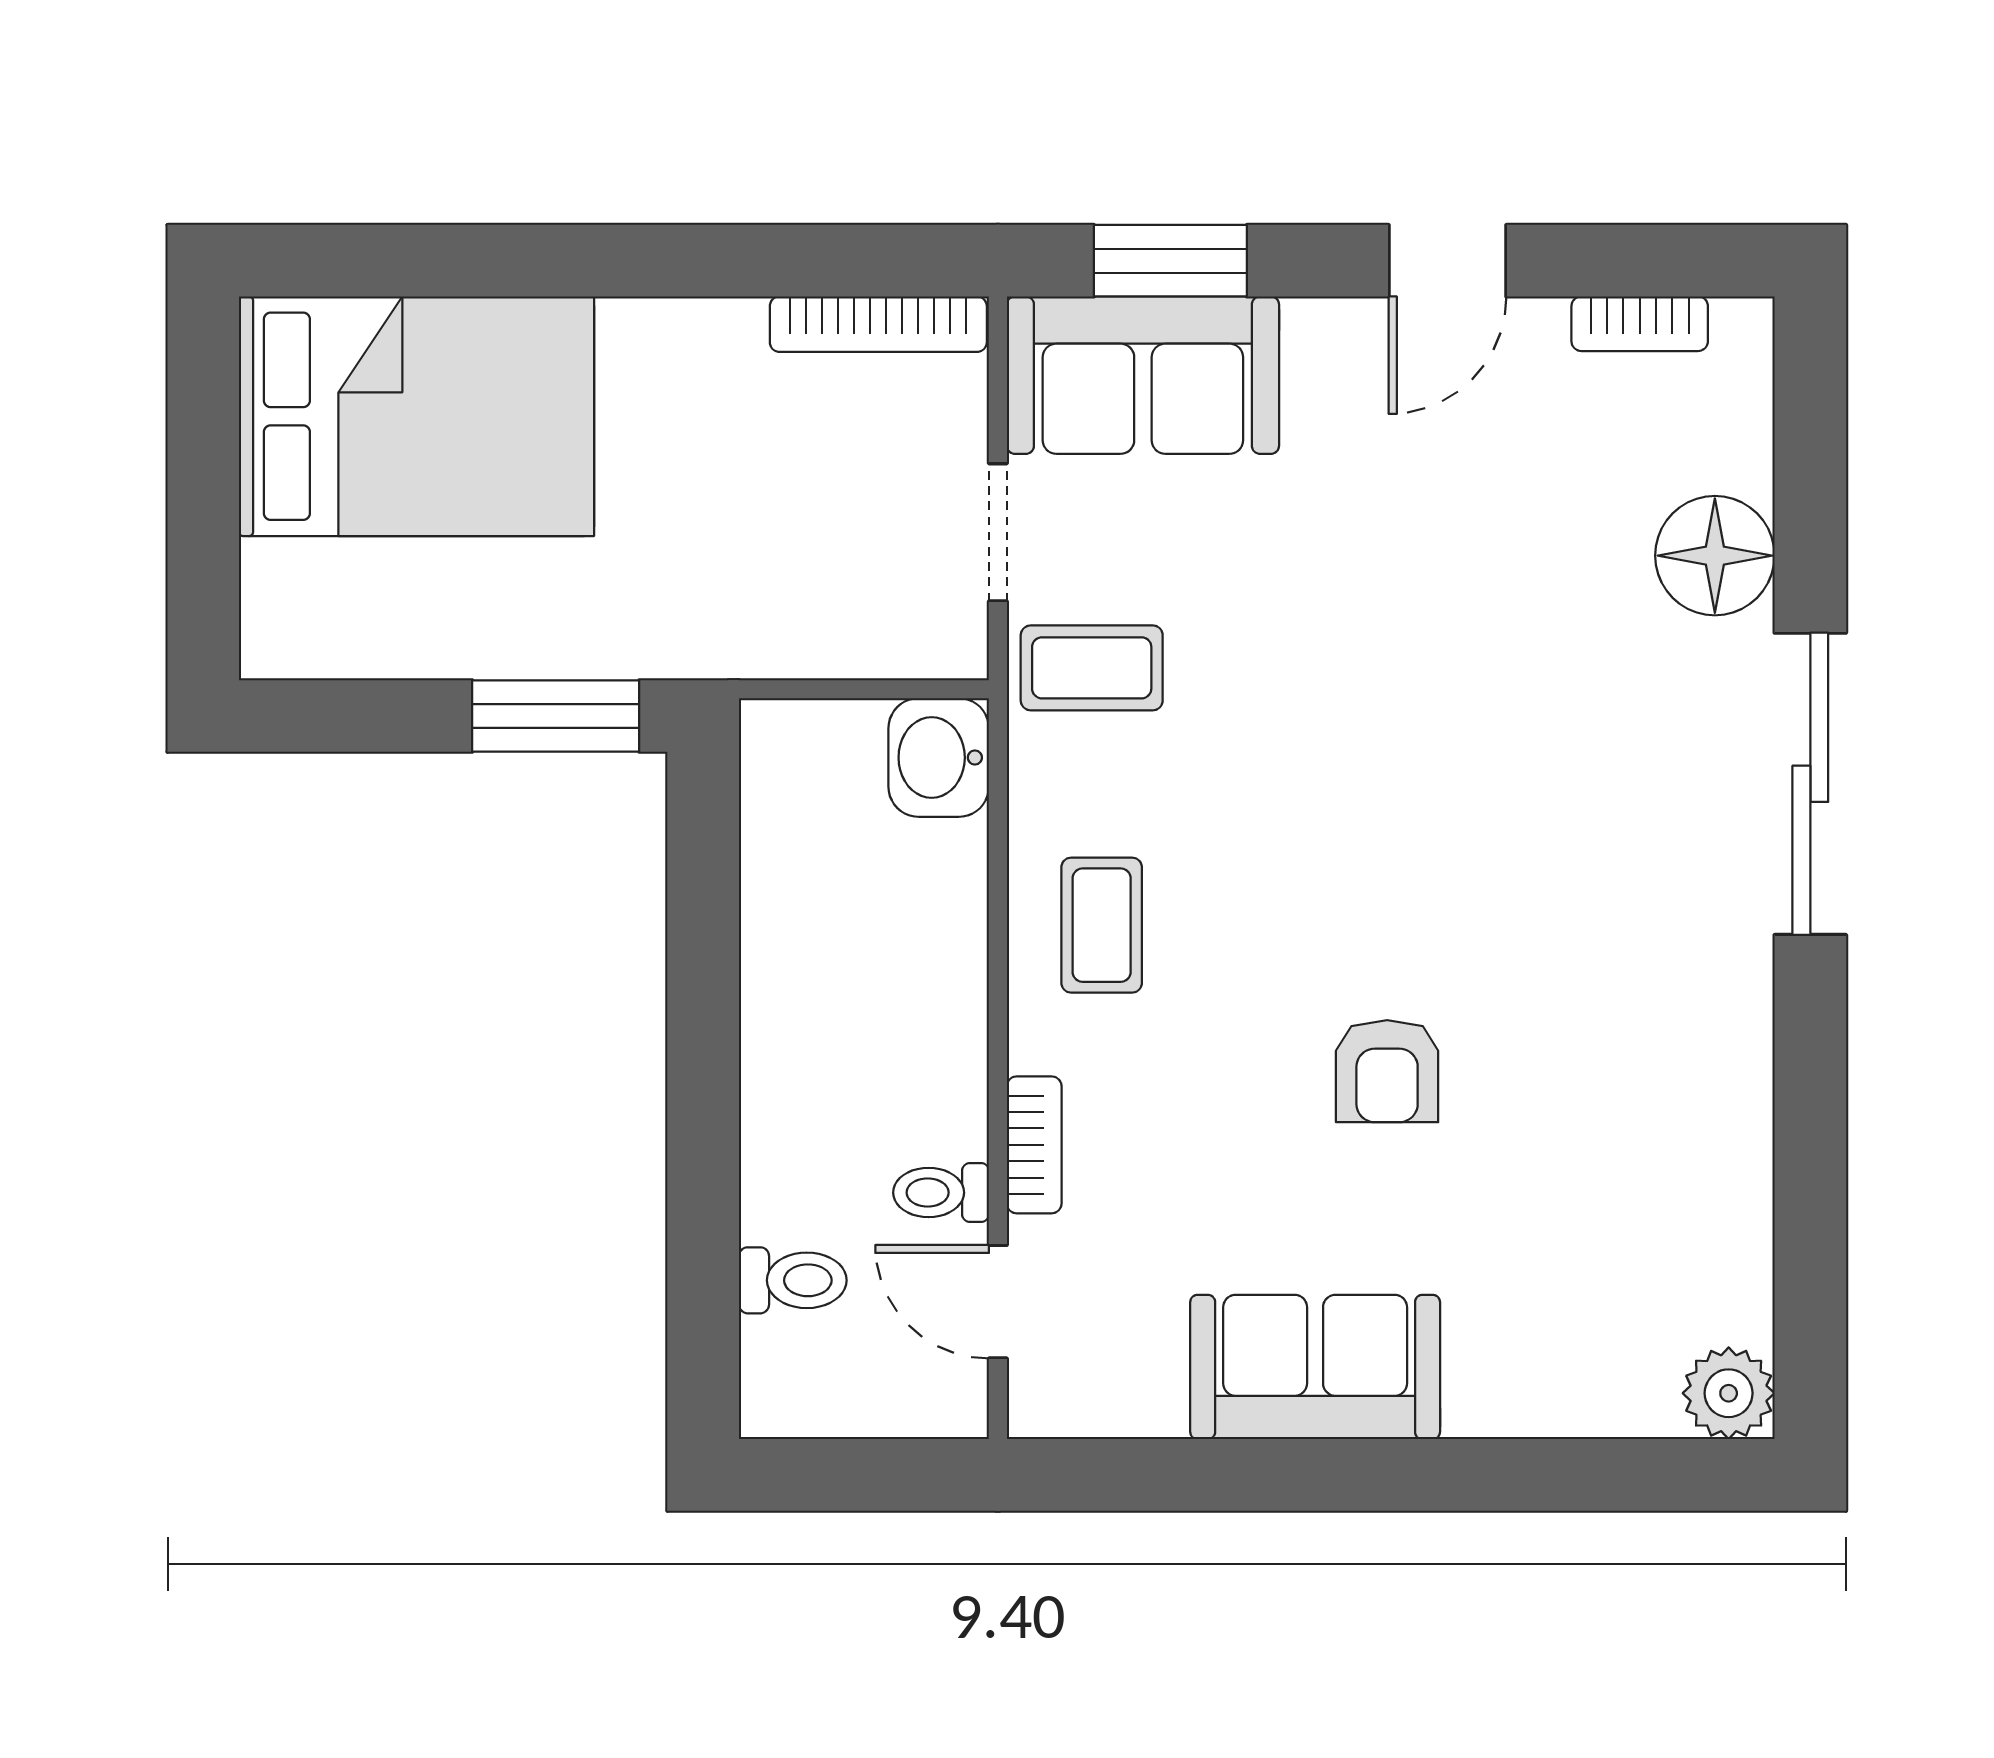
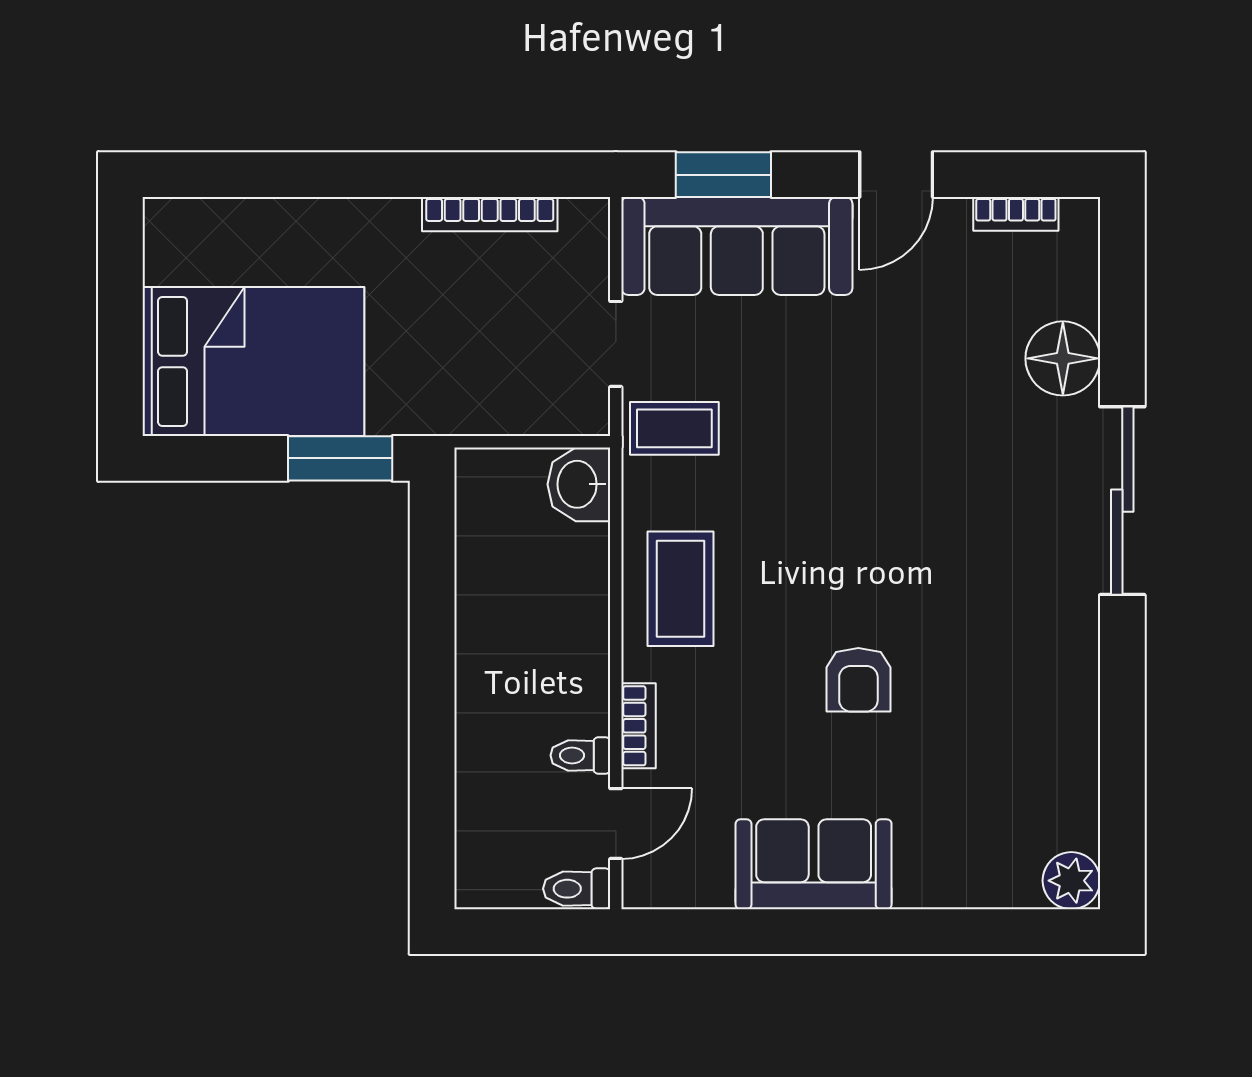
bookcase: (878, 324) -> (490, 214), moved
sofa: (1143, 375) -> (737, 246), width x1.36
bed: (416, 416) -> (253, 361), moved
coffee table: (1102, 925) -> (680, 589), width x1.36, depth x1.30
toilet: (793, 1280) -> (577, 889), moved, turned 180
door: (998, 1302) -> (616, 824), swing flipped

